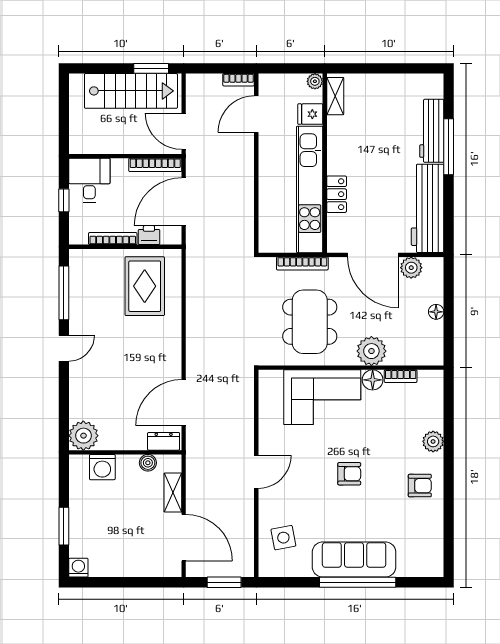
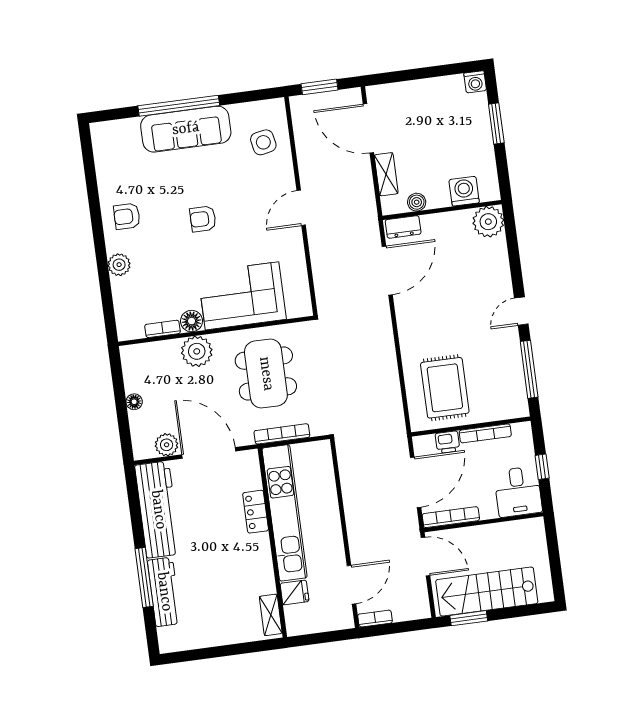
plant: (315, 81) -> (294, 628), removed

